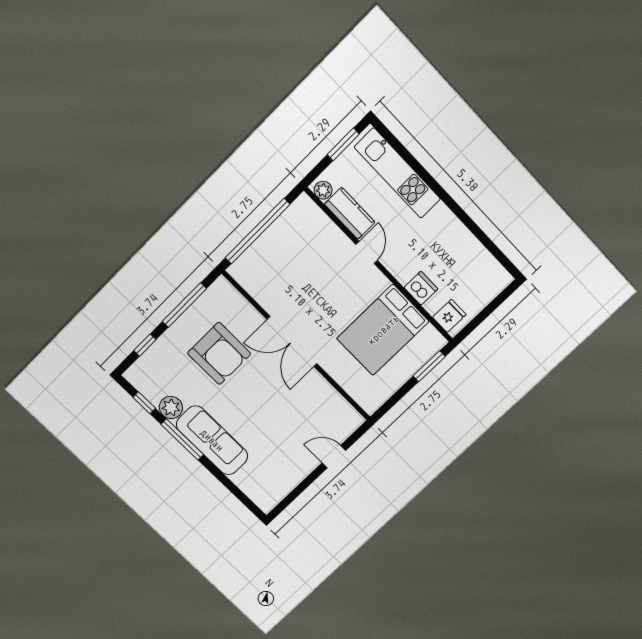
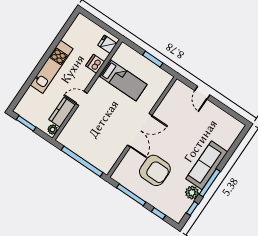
kitchen unit: (397, 173) -> (52, 67), moved
bed: (383, 330) -> (123, 80), width x0.67
armchair: (219, 354) -> (155, 170), turned 90
window: (429, 366) -> (153, 59), moved

